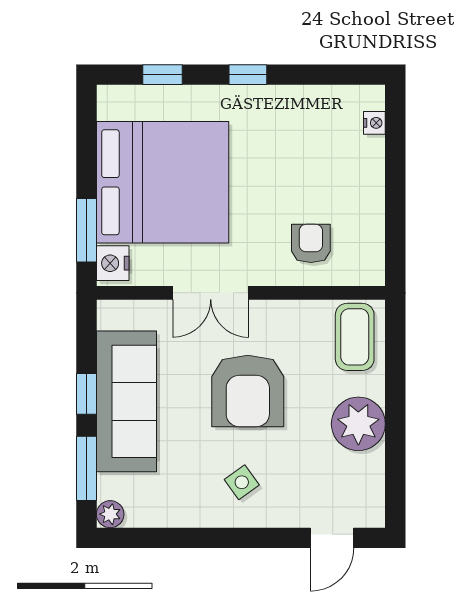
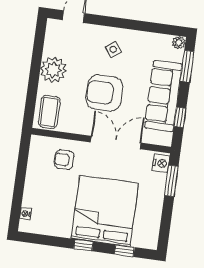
bed: (163, 182) -> (105, 211), moved, turned 90
armchair: (311, 243) -> (64, 160), turned 90
double door: (211, 293) -> (116, 143), width x1.37
armchair: (248, 391) -> (104, 93), turned -90
window: (86, 394) -> (180, 117), moved

